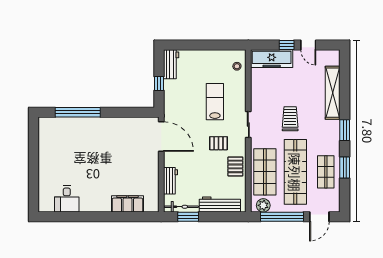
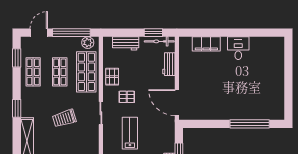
lab bench: (215, 102) -> (130, 133), turned 180
trolley: (290, 119) -> (64, 118), turned 73
window: (345, 167) -> (17, 58), moved
shop shelf: (295, 172) -> (60, 72), width x0.50, depth x0.74
desk: (67, 199) -> (238, 48), moved
workbench: (220, 204) -> (126, 43), width x0.73

